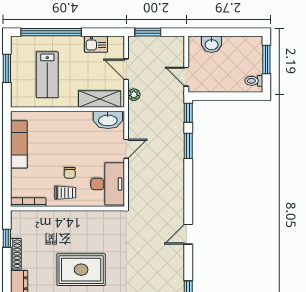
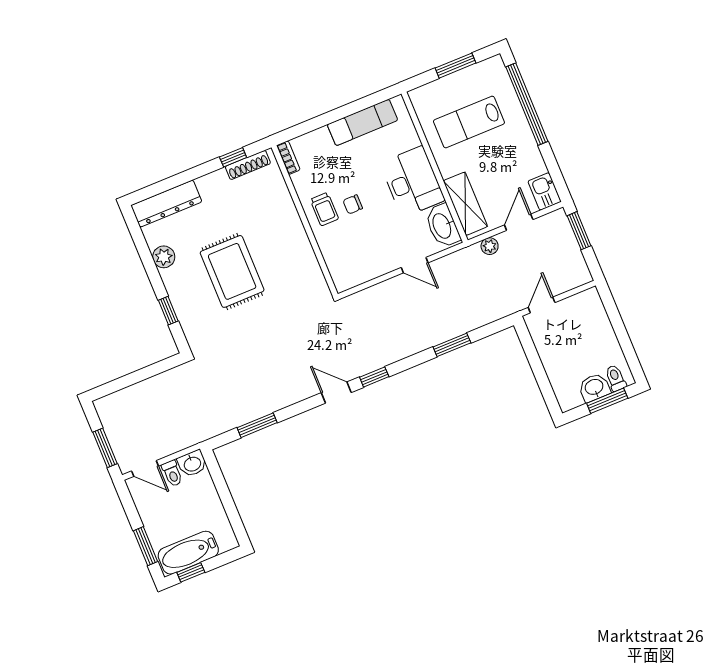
kitchen sink: (96, 44) -> (544, 191), moved
washbasin: (212, 44) -> (594, 388), moved, turned 90
toilet: (254, 81) -> (616, 378), moved
window: (188, 113) -> (374, 377), moved
desk: (108, 184) -> (412, 182), moved, turned -90
bookcase: (28, 202) -> (288, 158), width x0.64
shoe rack: (16, 254) -> (248, 165), moved

